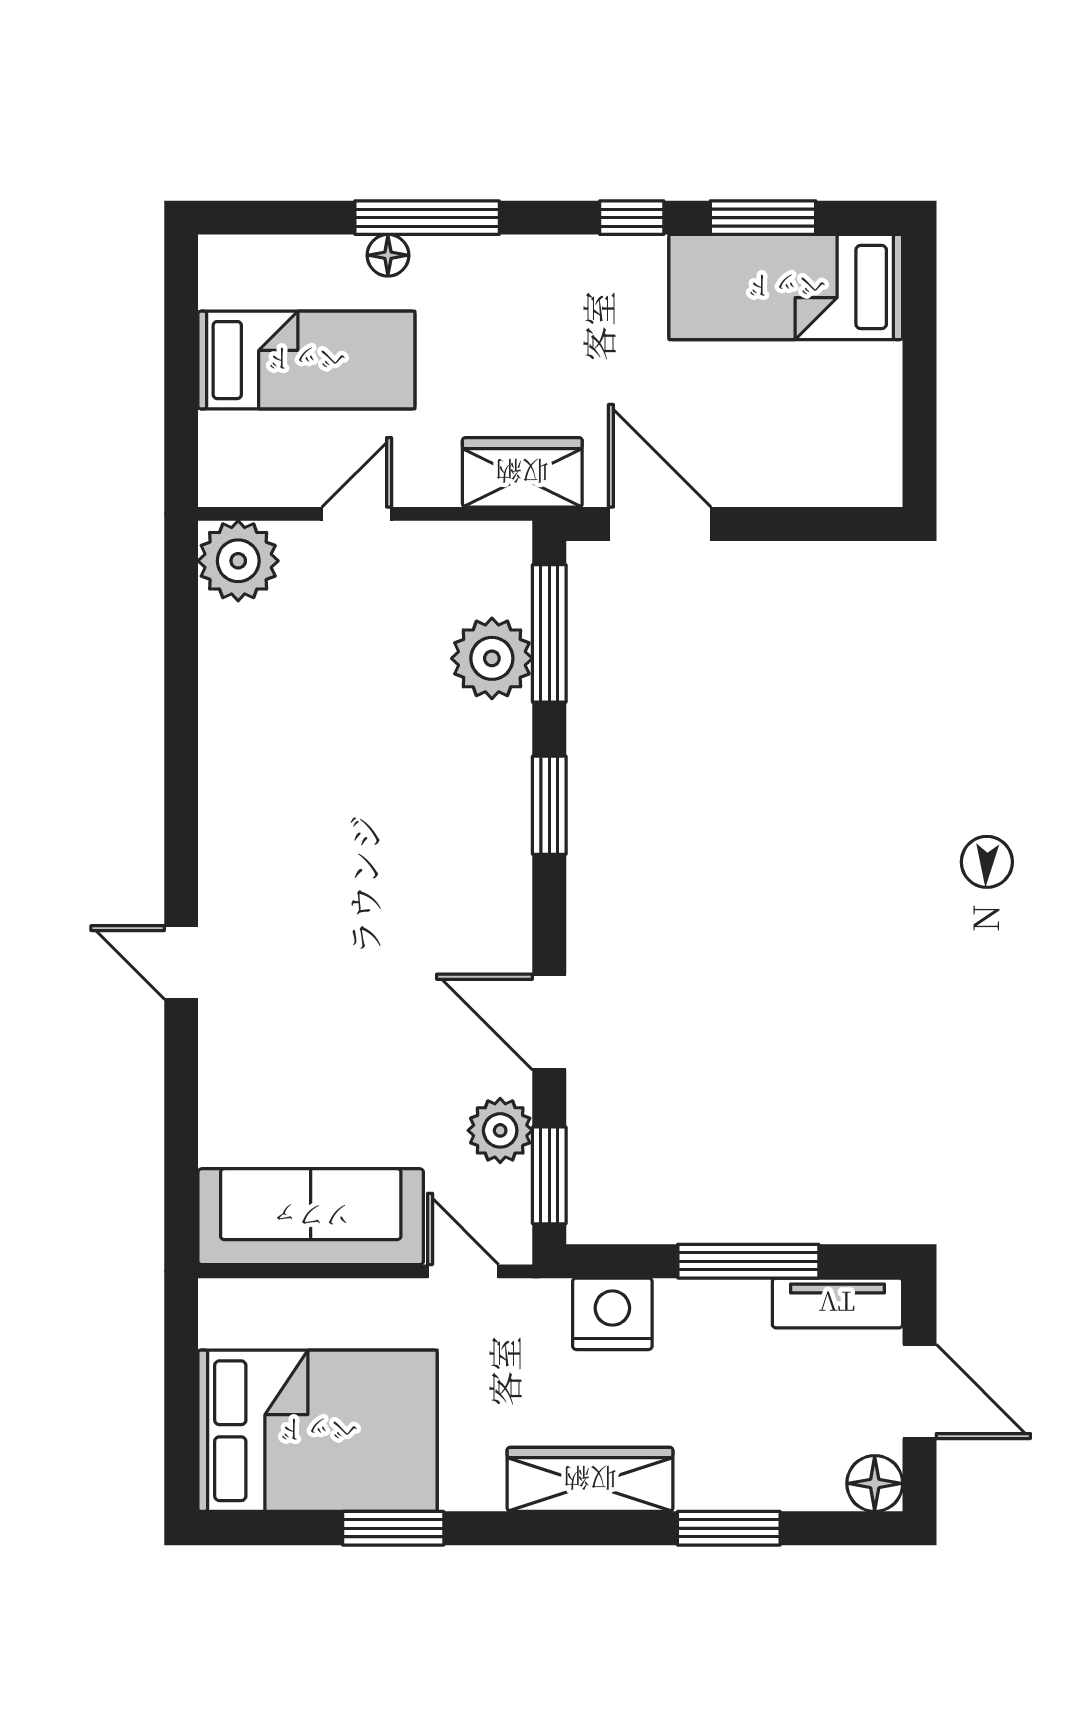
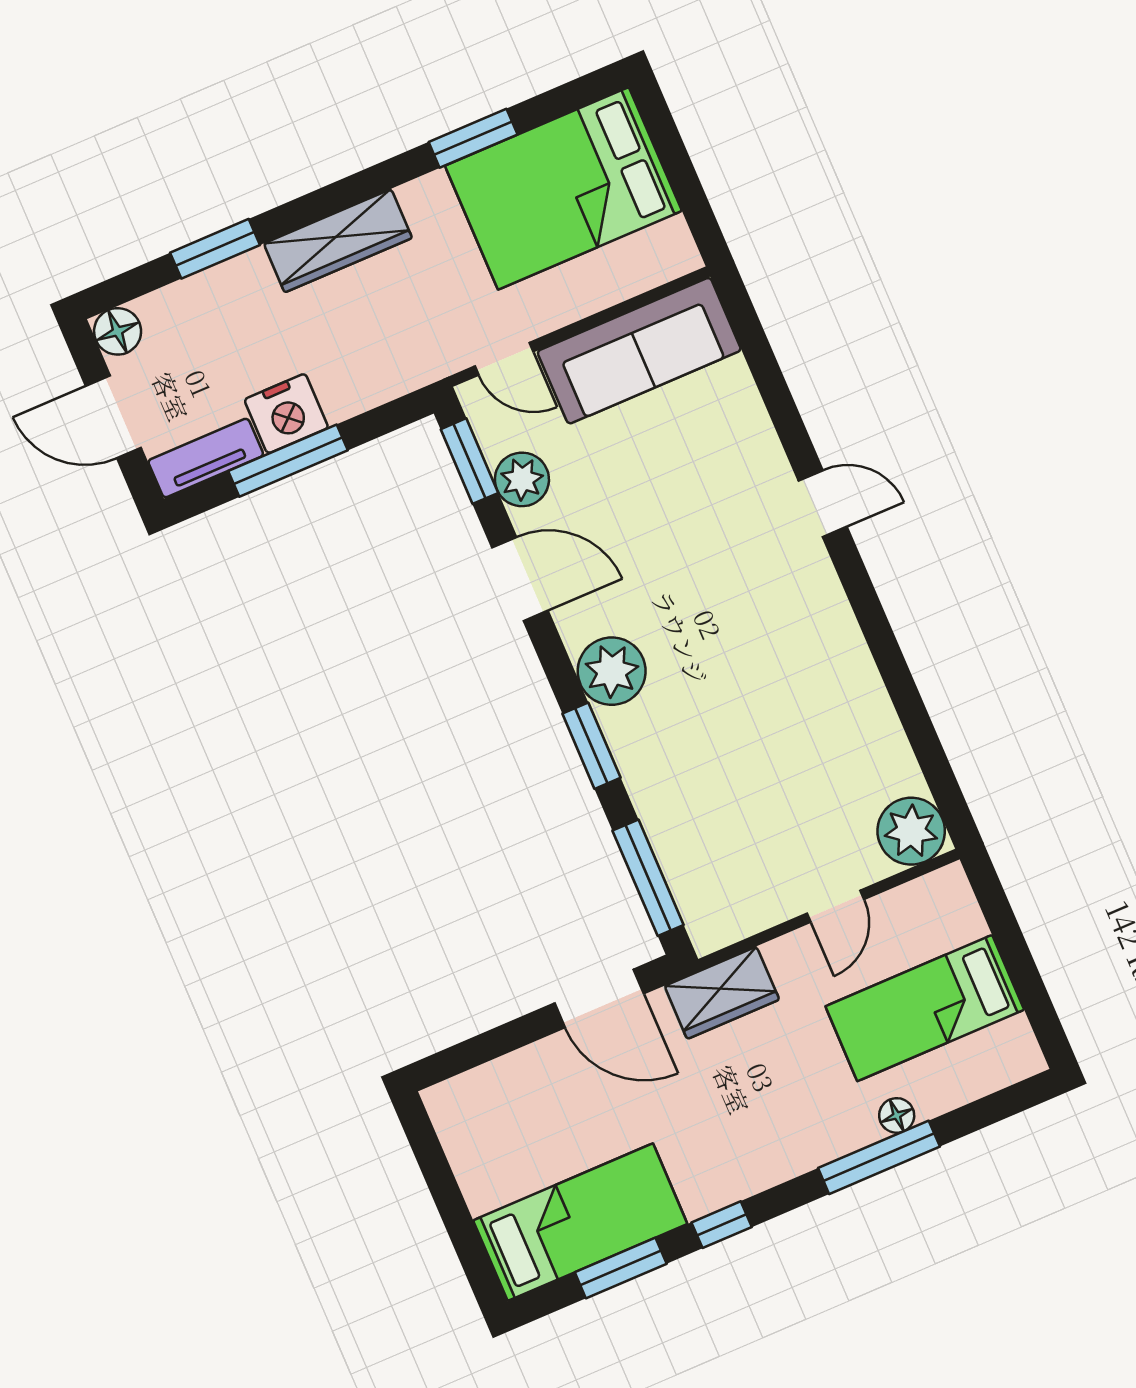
plant: (492, 658) -> (612, 671), moved
nightstand: (612, 1314) -> (286, 414), moved

